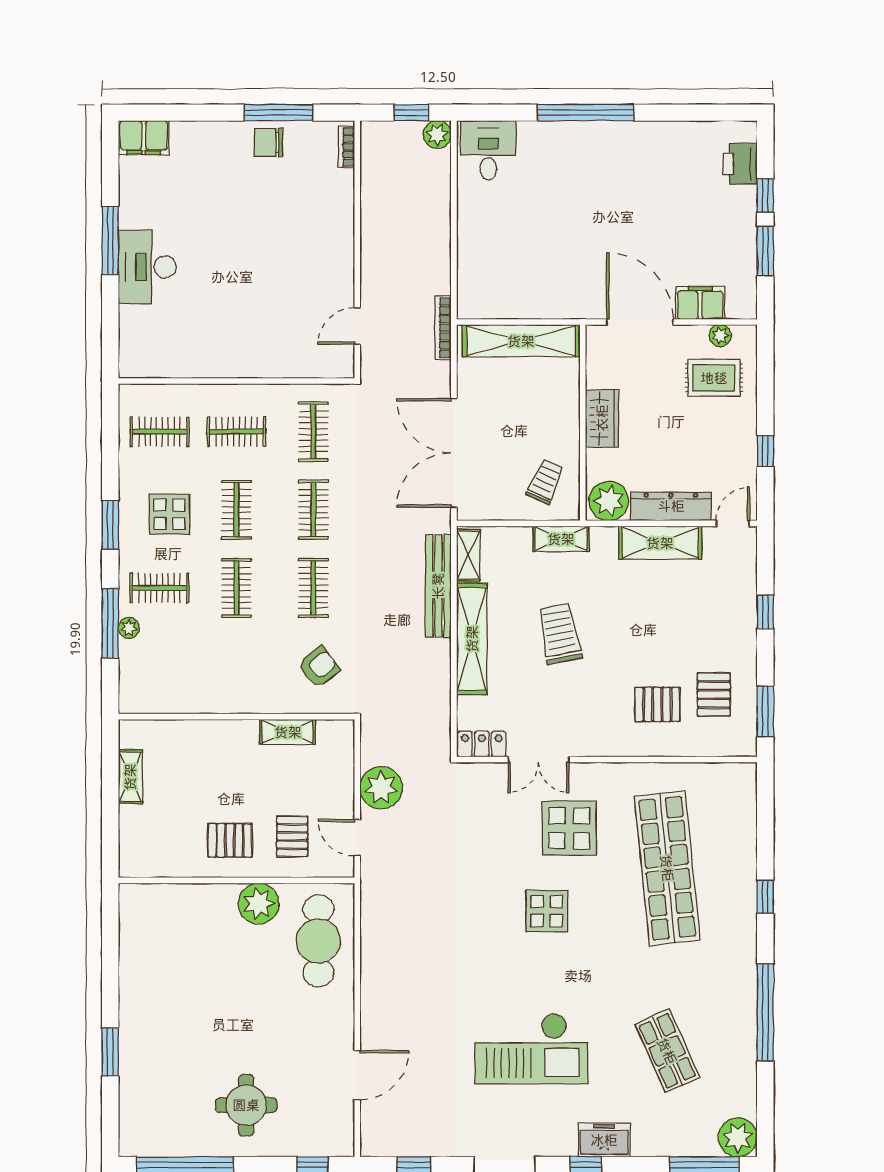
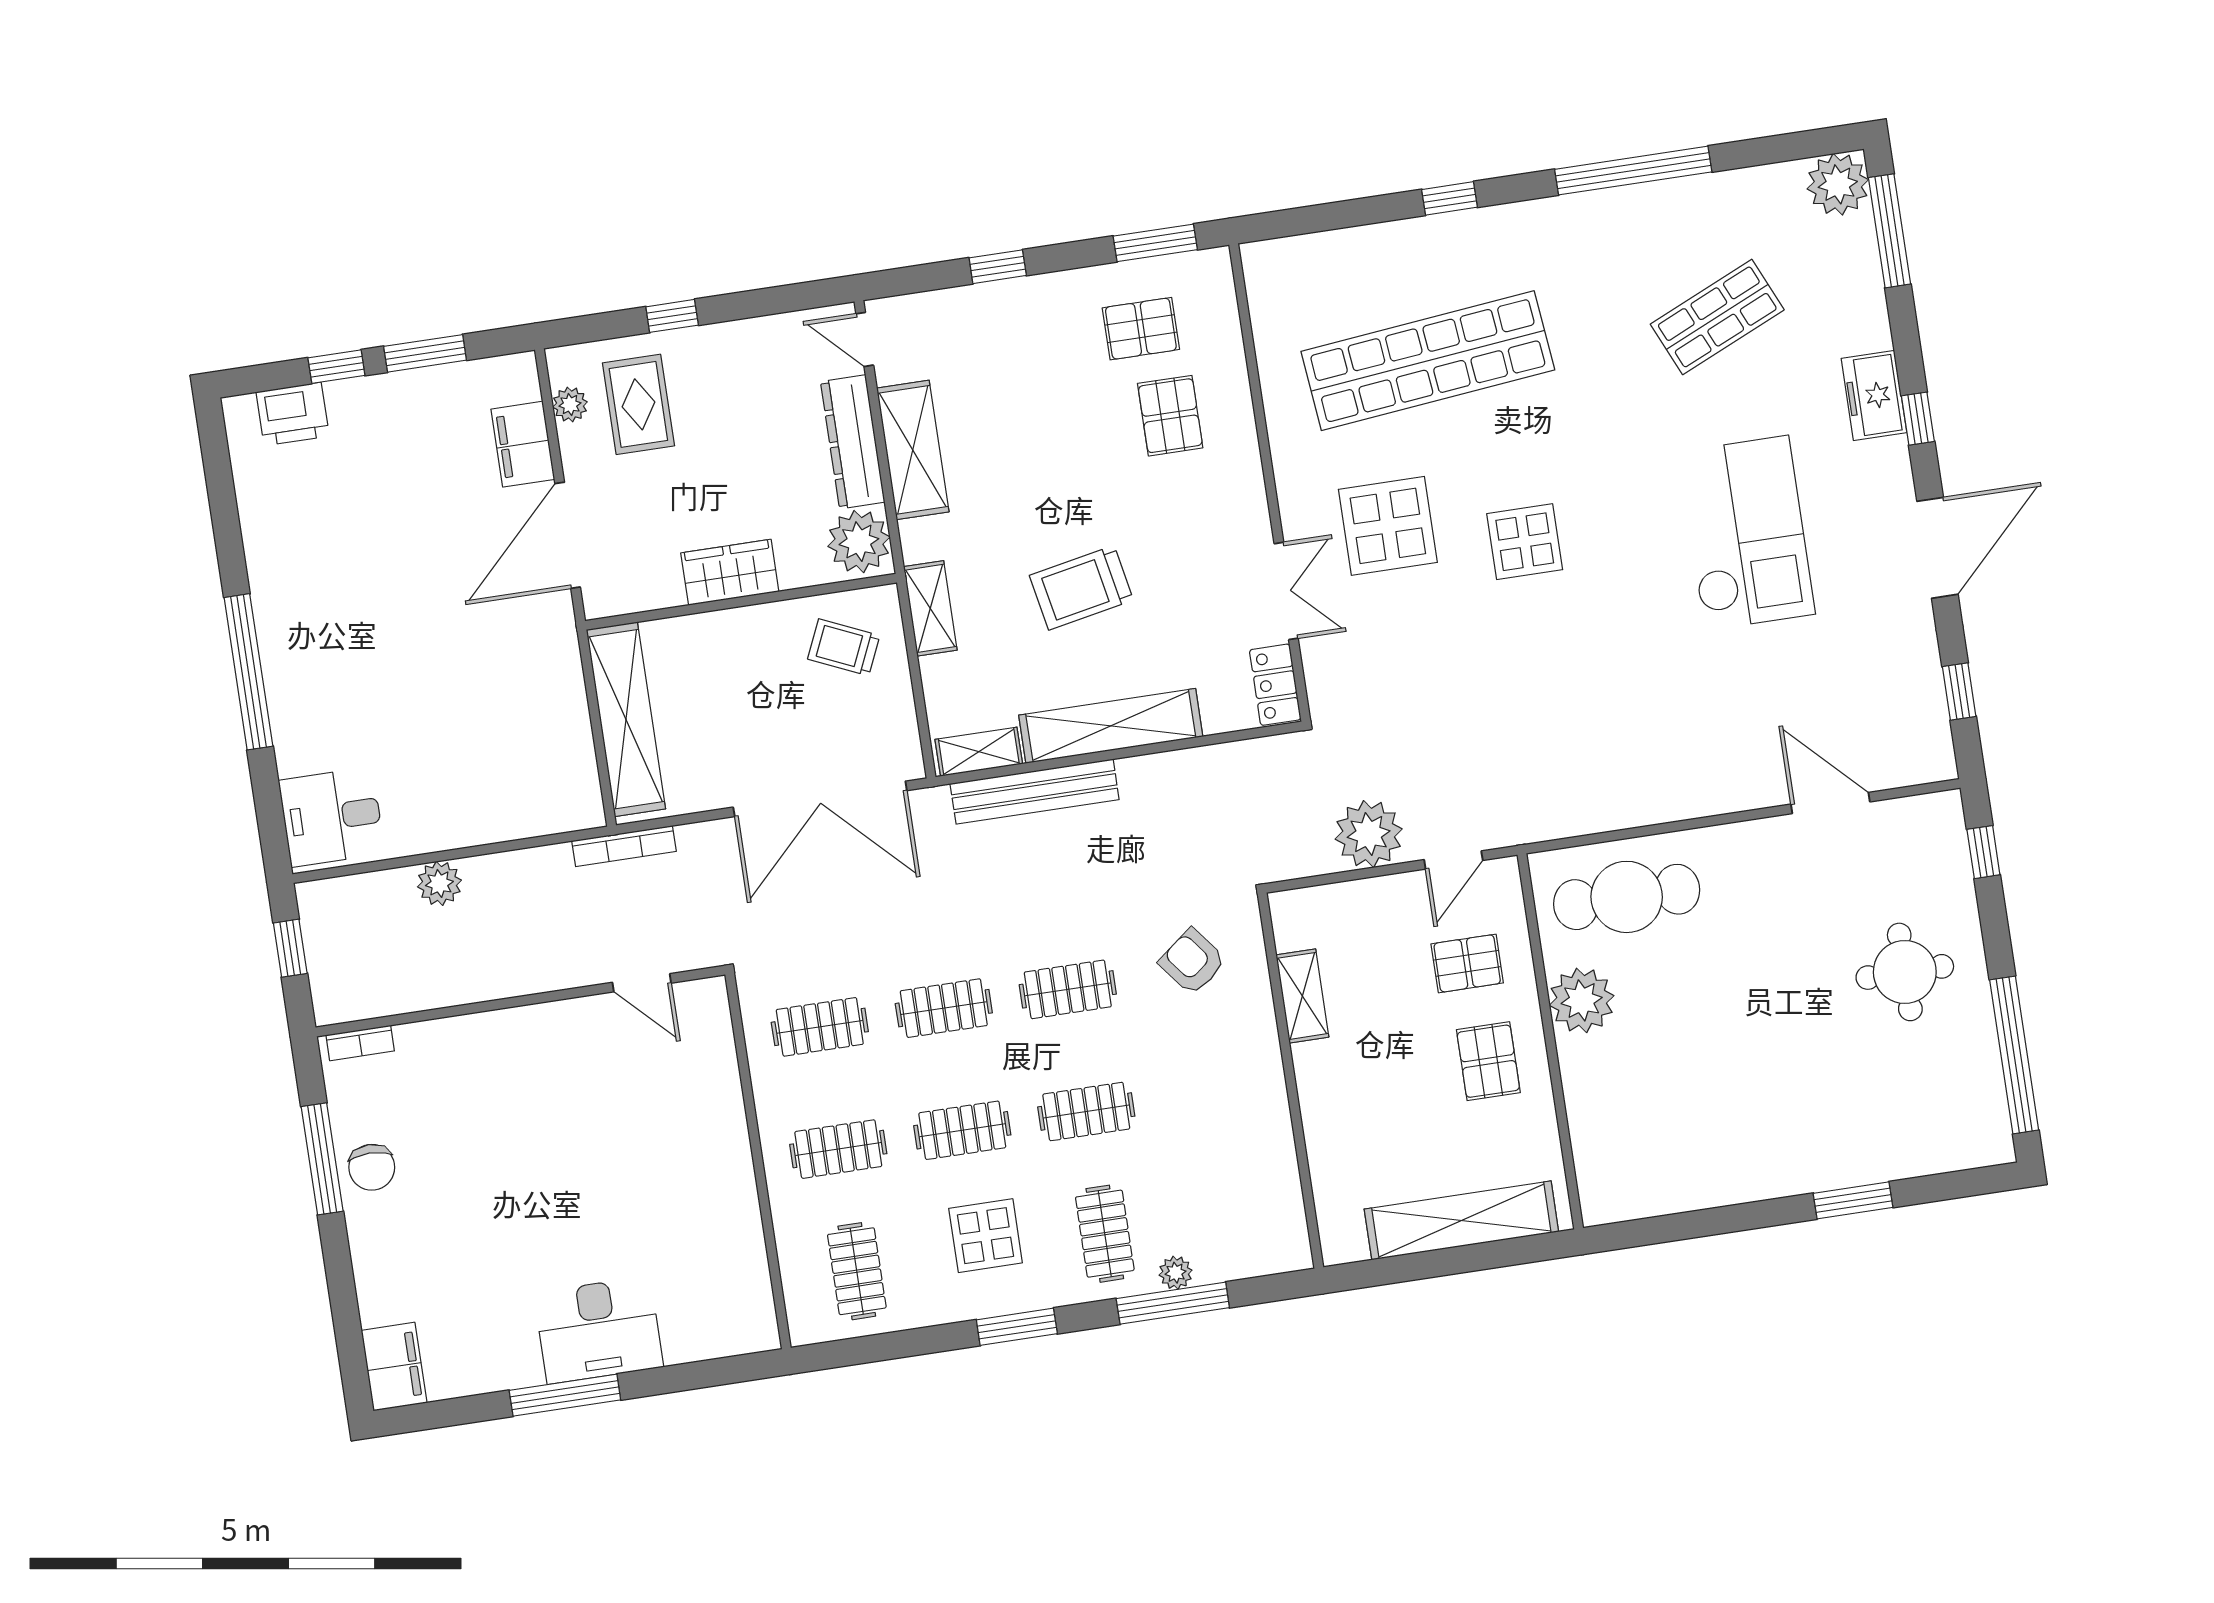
plant: (437, 135) -> (439, 883), moved
clothes rail: (236, 432) -> (838, 1149), turned 90
window: (765, 451) -> (672, 316), moved
shelving: (130, 777) -> (1461, 1220), width x2.20, depth x1.33

